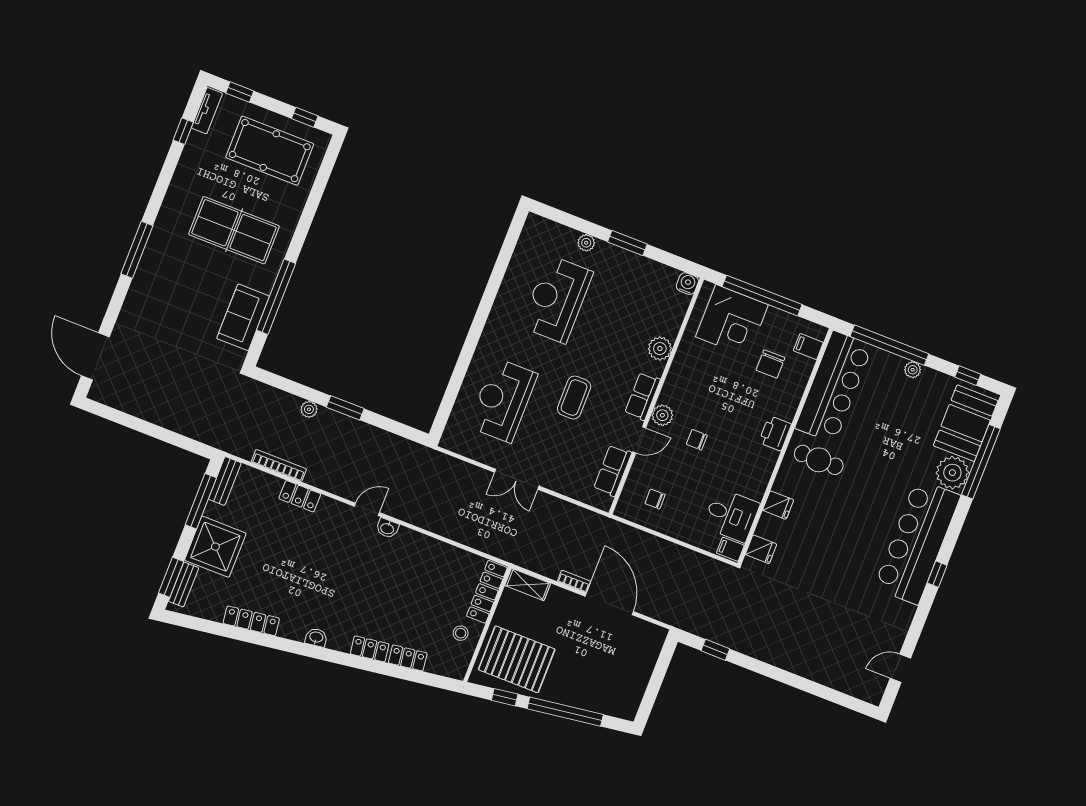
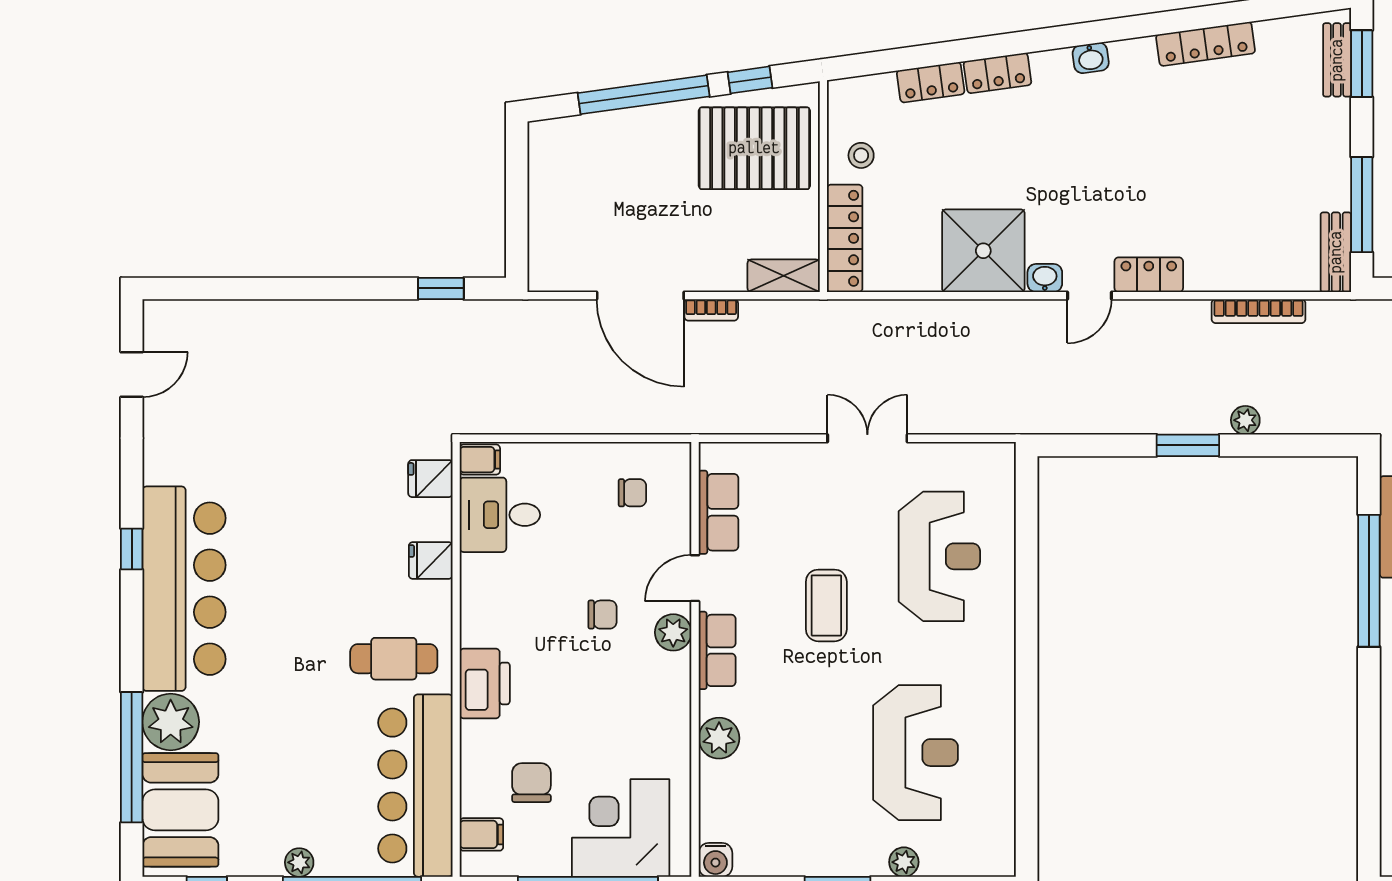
printer: (775, 433) -> (485, 683), width x1.37, depth x1.19
locker: (300, 496) -> (1149, 275), moved
shower: (215, 547) -> (983, 251), moved

